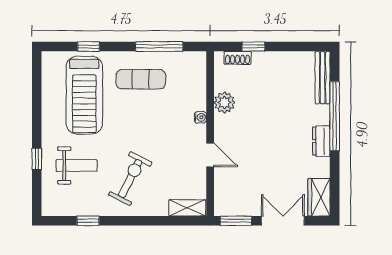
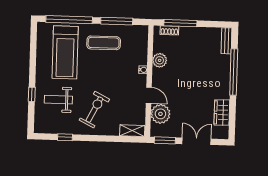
window: (89, 47) -> (69, 20), width x3.17
window: (253, 47) -> (180, 23), width x2.17
bench: (323, 78) -> (226, 41), width x0.73
dresser: (321, 141) -> (224, 88), removed
weight bench: (77, 165) -> (58, 100), turned 180
plant: (228, 182) -> (160, 114), added
wardrobe: (319, 197) -> (222, 112), moved

